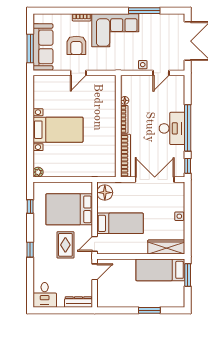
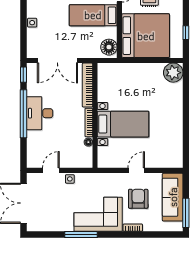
window: (144, 11) -> (81, 235), moved
window: (30, 48) -> (186, 213), moved
bed with nightstands: (58, 130) -> (123, 124), moved, turned 180
plant: (38, 172) -> (173, 73), width x1.88, depth x1.88
bed: (69, 209) -> (146, 36), width x1.36

